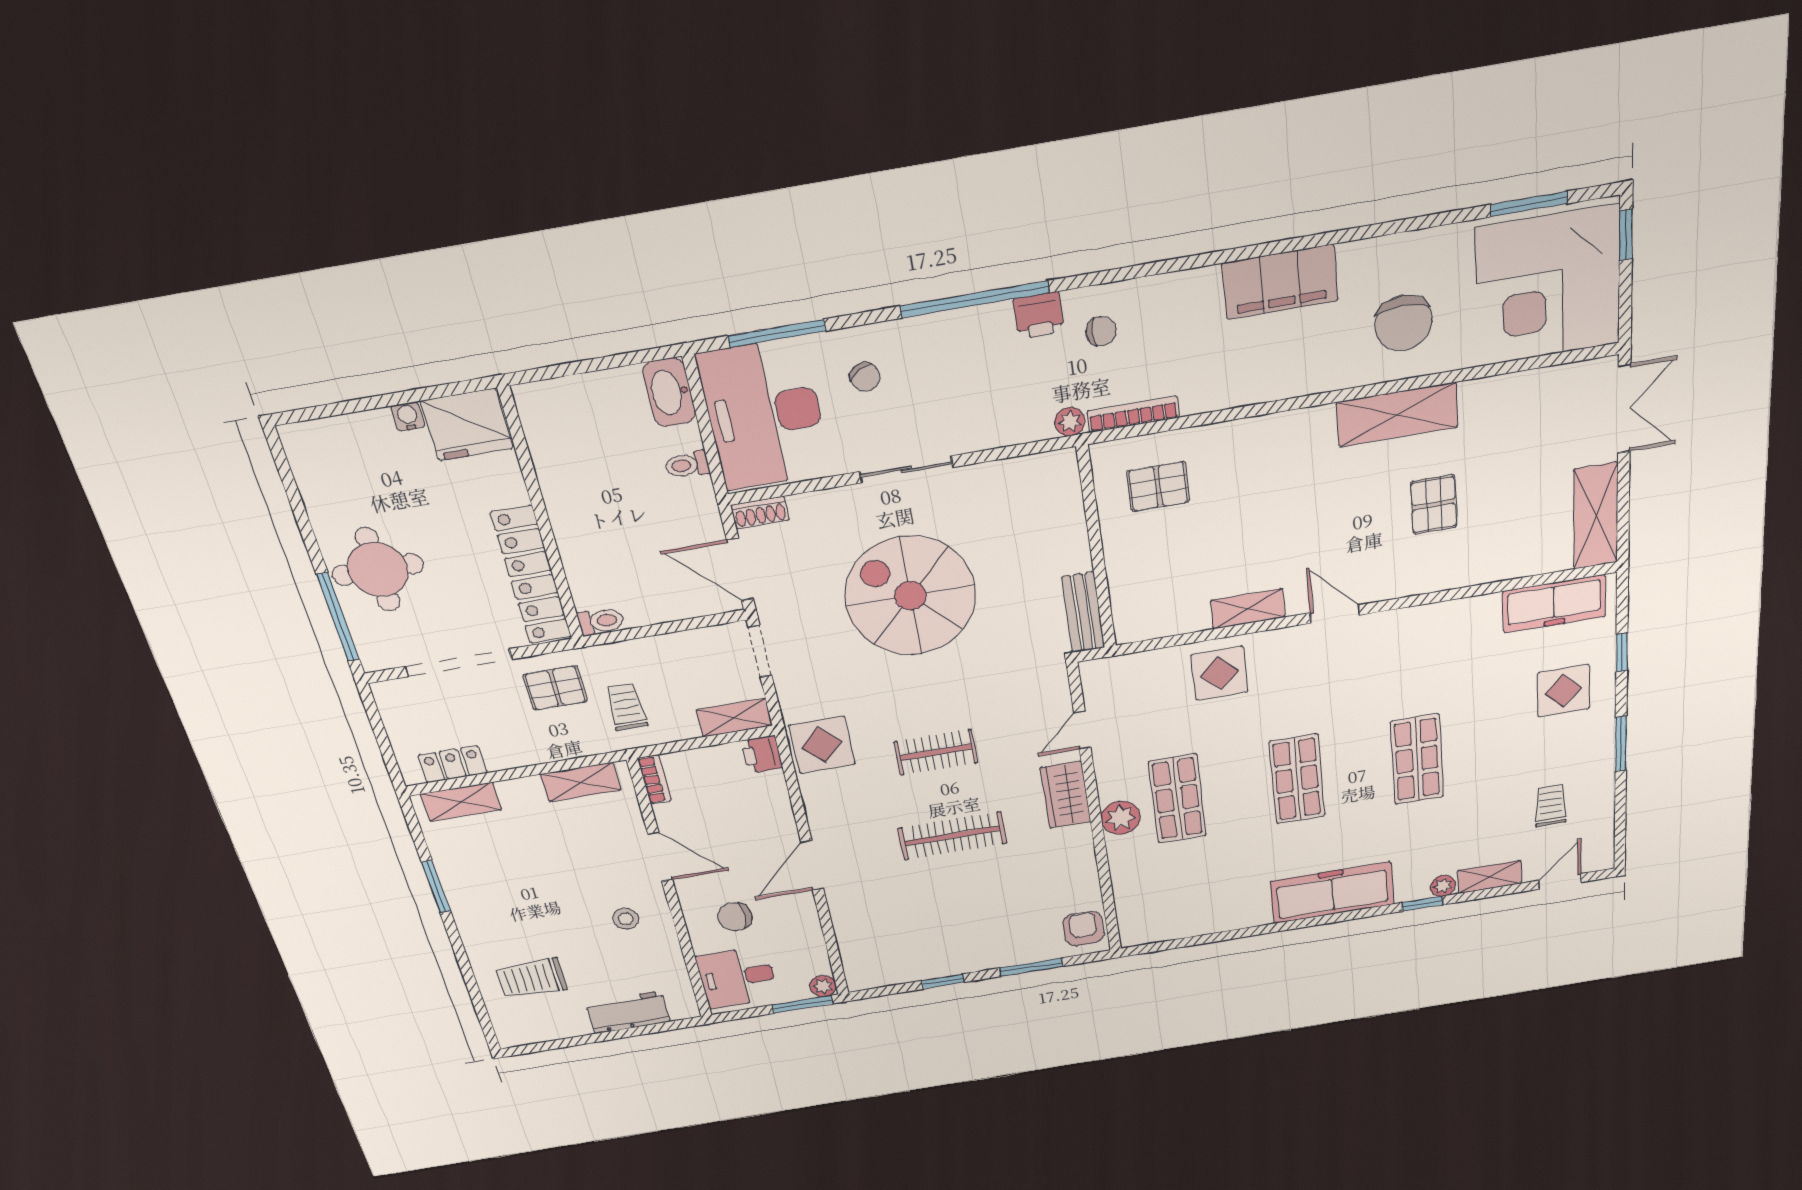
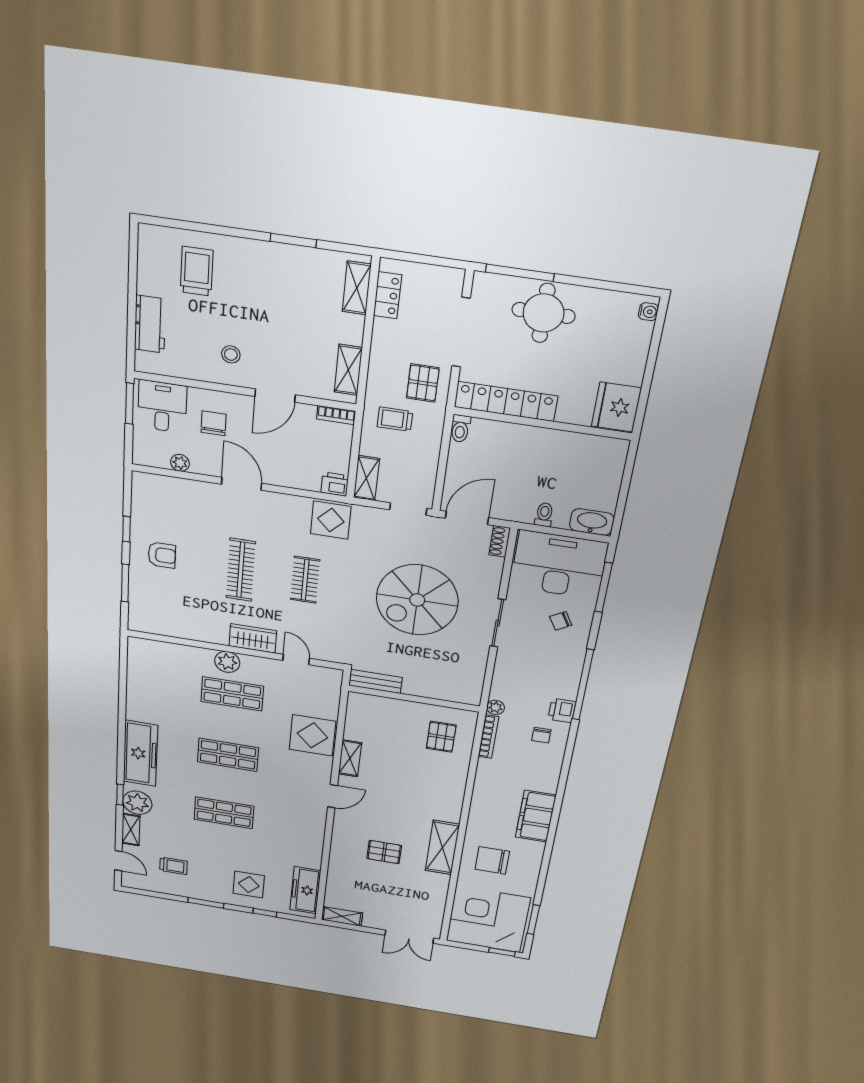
water cooler: (408, 416) -> (648, 312), moved
shelving: (1596, 516) -> (342, 916), width x0.67, depth x0.75
spiral stairs: (910, 596) -> (417, 600), turned 180
display table: (1220, 673) -> (312, 735), width x1.36, depth x1.36
trolley: (626, 707) -> (395, 419), turned 180
plant: (1443, 886) -> (137, 803), width x1.87, depth x1.87
armchair: (1083, 929) -> (162, 555), moved
plant: (823, 986) -> (180, 463), moved
window: (802, 1004) -> (130, 404), moved

